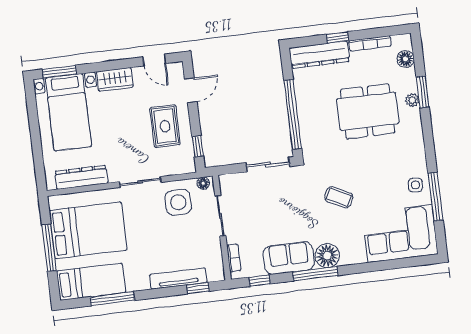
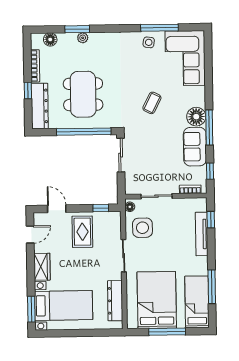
dining table: (368, 111) -> (83, 94), moved
rug: (165, 126) -> (82, 232), turned 90

